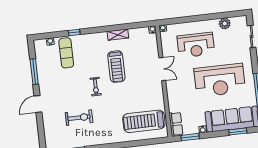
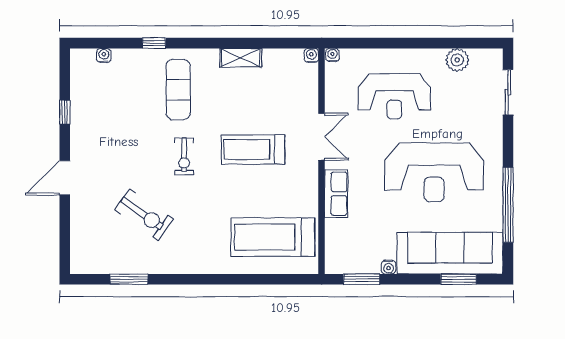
exercise mat: (66, 53) -> (178, 89), moved
treadmill: (116, 67) -> (253, 150), moved, turned 90
window: (34, 72) -> (65, 112), width x0.46
exercise bike: (79, 118) -> (144, 215), turned 35
row of seats: (176, 124) -> (336, 194), moved

